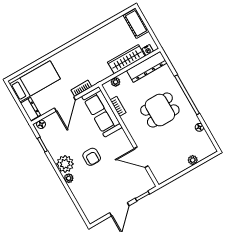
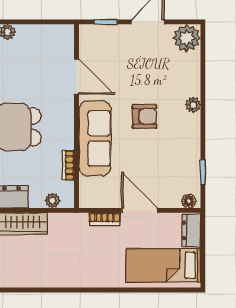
door: (65, 104) -> (140, 210), hinge flipped
sofa: (102, 112) -> (95, 138), moved
armchair: (92, 157) -> (145, 116), turned 90
plant: (65, 164) -> (187, 38), moved

